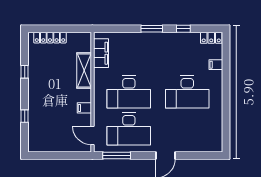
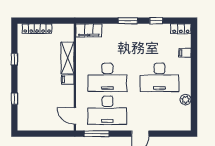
filing cabinet: (101, 53) -> (89, 30), moved, turned 90
filing cabinet: (84, 108) -> (68, 79), moved
plant: (217, 117) -> (186, 100), added

